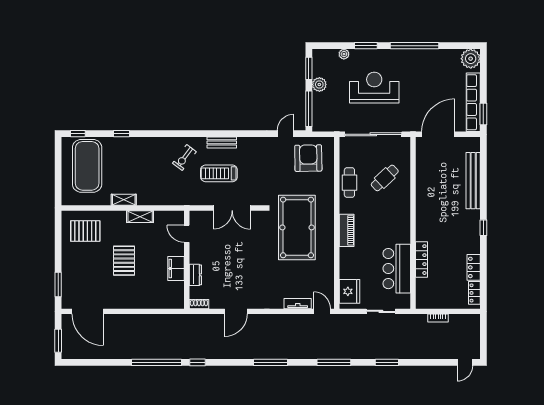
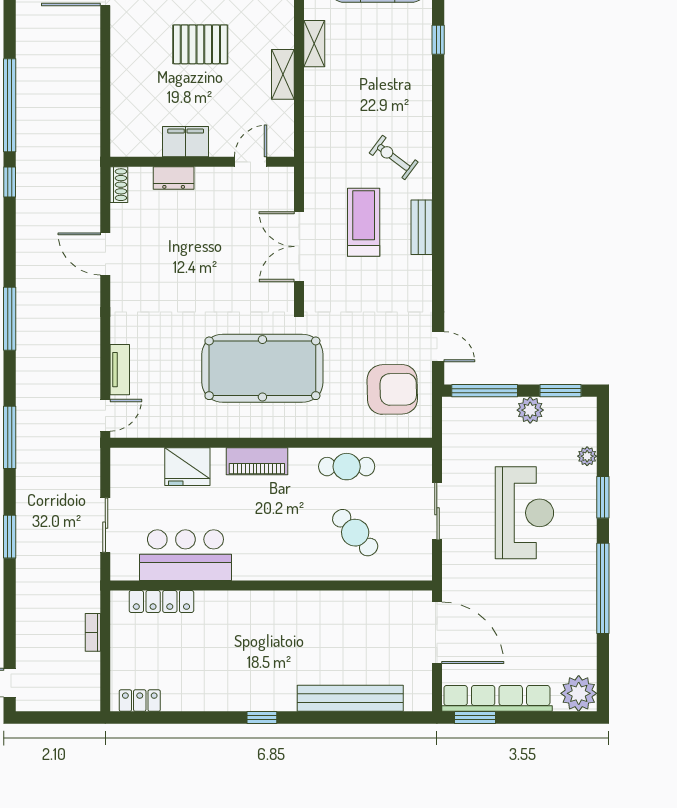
sliding door: (373, 134) -> (437, 511), width x0.54
locker: (421, 260) -> (161, 601), moved
locker: (474, 267) -> (188, 699), removed
fridge: (349, 291) -> (187, 467), moved

